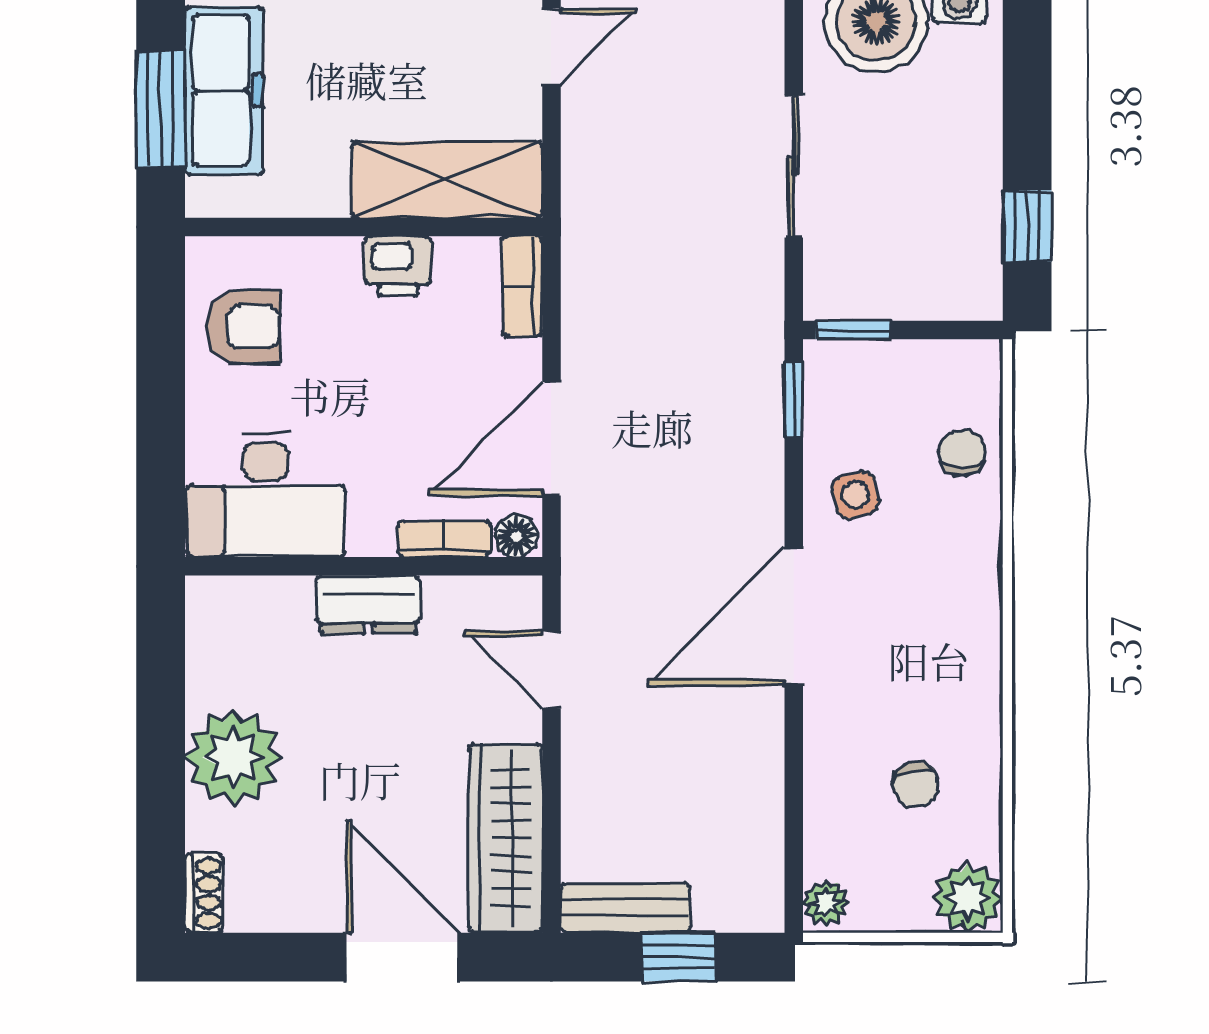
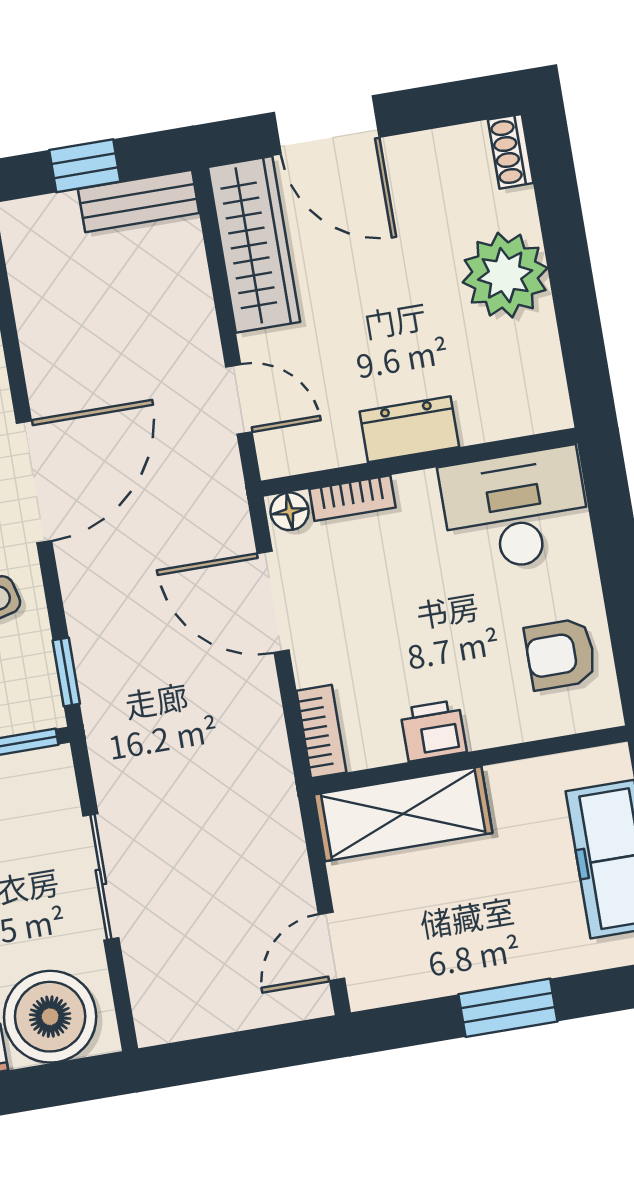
door: (551, 439) -> (273, 602), swing flipped

